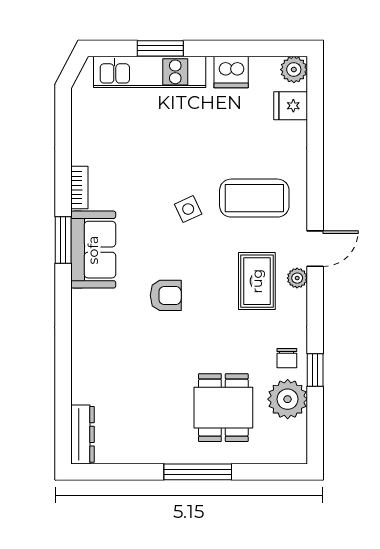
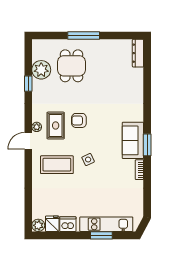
fridge: (291, 106) -> (52, 224), moved, turned -90
armchair: (166, 295) -> (79, 120), moved
chair: (287, 358) -> (42, 89), removed

